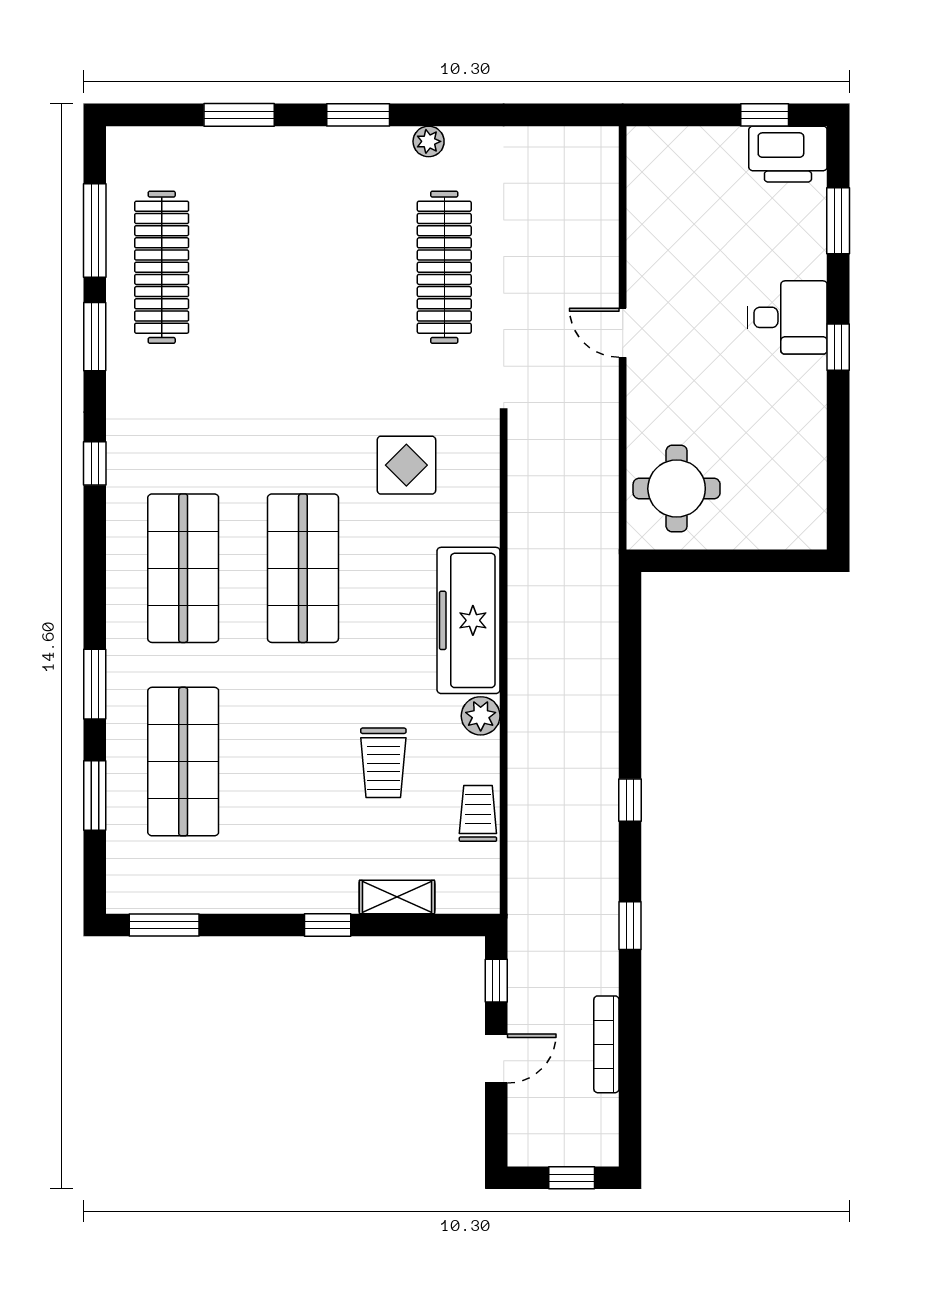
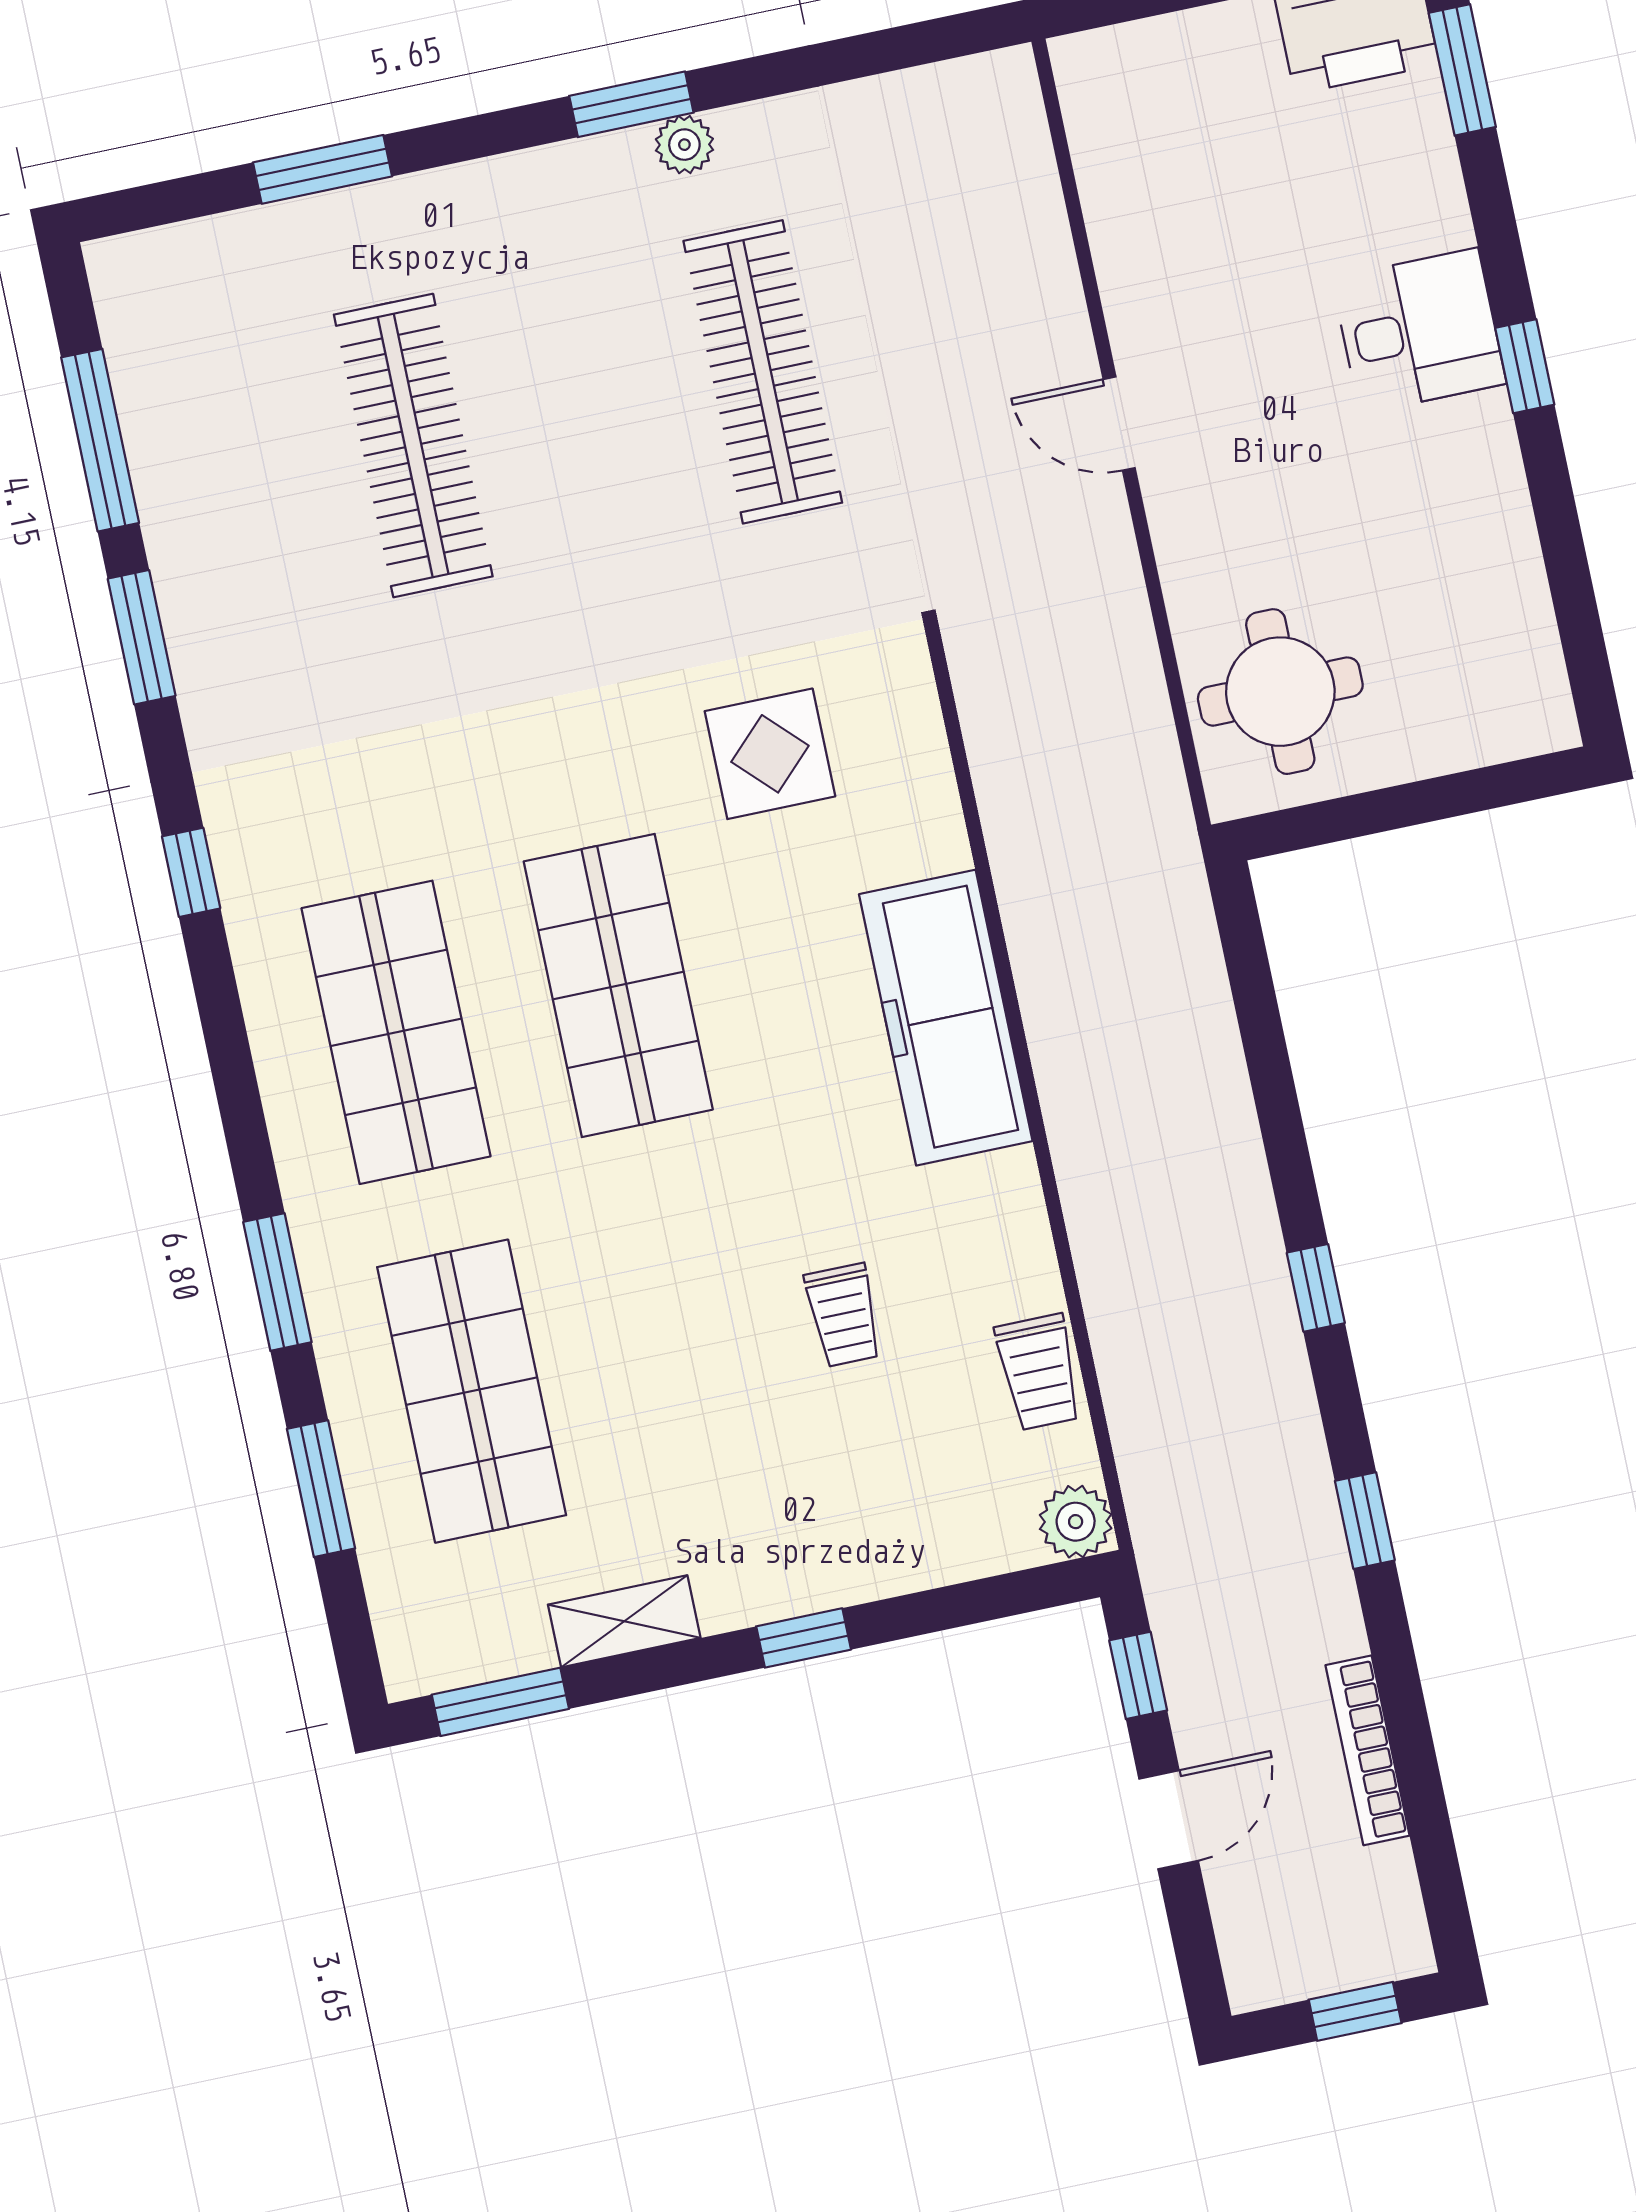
window: (358, 115) -> (631, 104), moved
window: (838, 221) -> (1462, 70), moved
clothes rail: (162, 267) -> (413, 445), moved
plant: (481, 716) -> (1076, 1522), moved
trolley: (383, 763) -> (844, 1315), width x0.73, depth x0.72
trolley: (478, 813) -> (1039, 1372), turned 180
shelving: (397, 897) -> (624, 1621), moved

